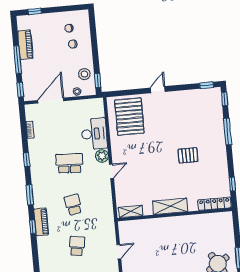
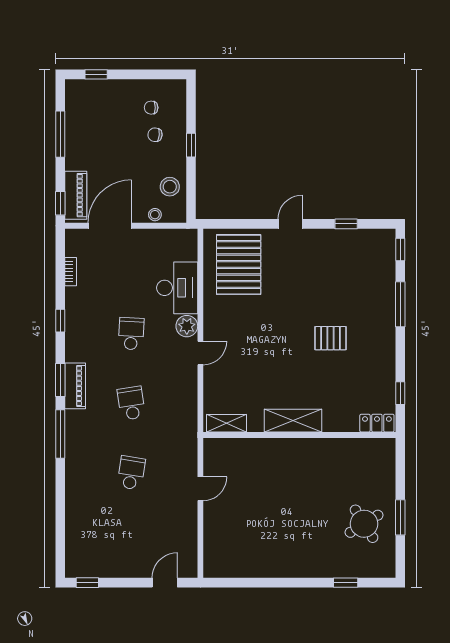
piano: (25, 45) -> (76, 195), moved
window: (17, 60) -> (60, 134), moved
window: (98, 80) -> (191, 145), moved
window: (207, 85) -> (346, 224), moved
school desk: (69, 163) -> (131, 334), width x0.54
locker: (214, 204) -> (377, 423), width x0.66
piano: (41, 222) -> (75, 386), moved
window: (33, 227) -> (60, 434), width x2.17

